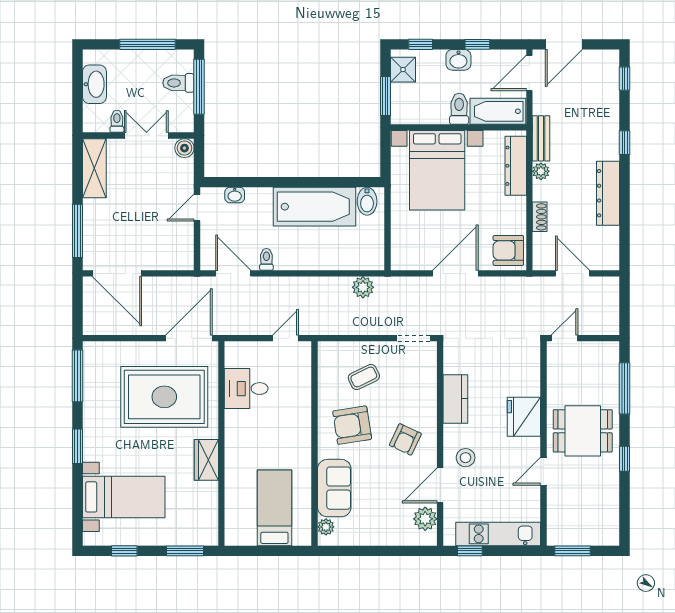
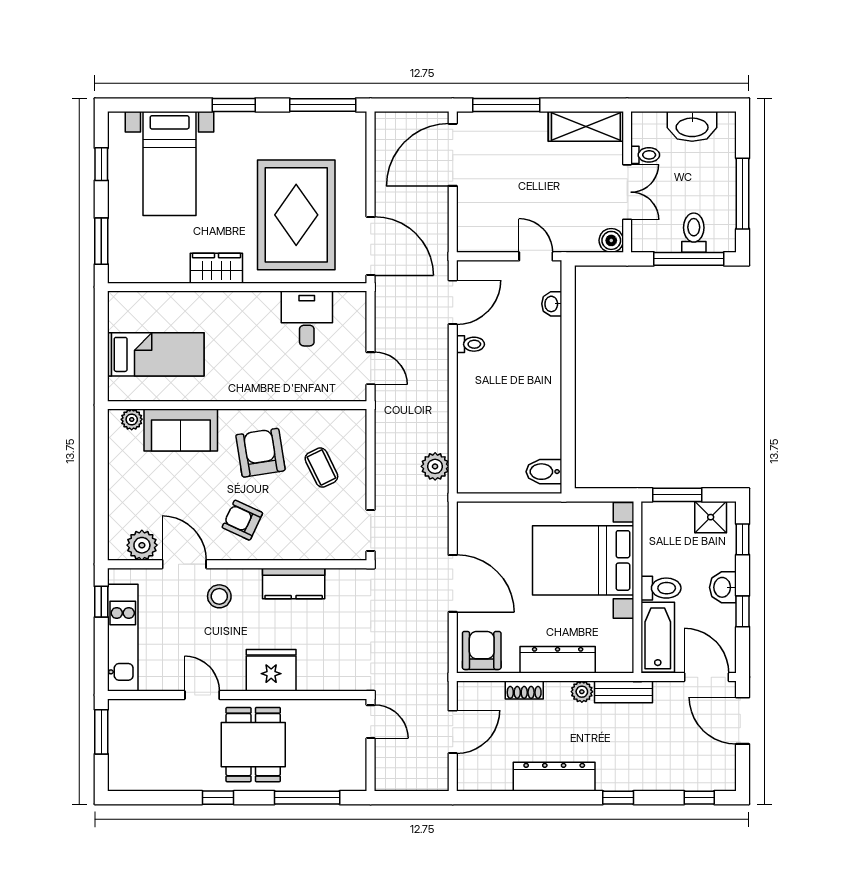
dresser: (516, 166) -> (558, 660), moved
bathtub: (314, 207) -> (537, 405), removed

